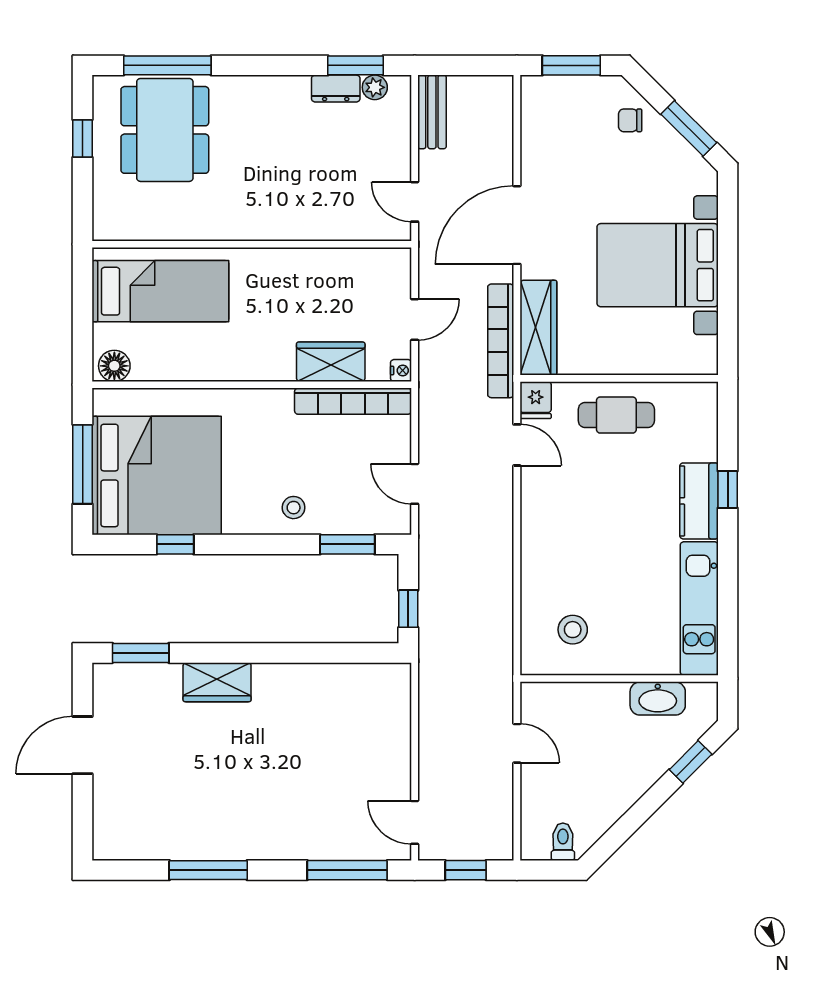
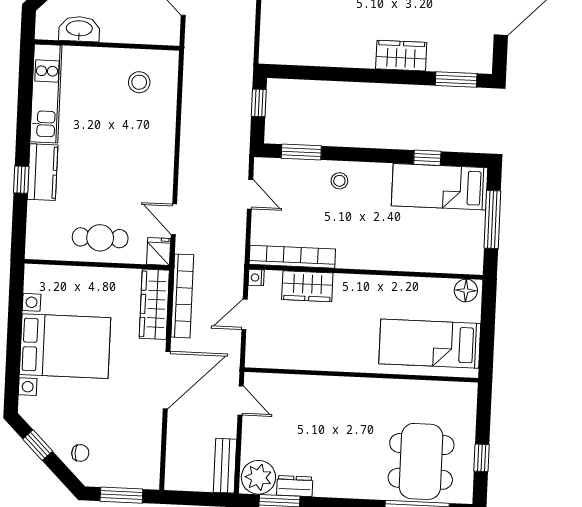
plant: (375, 87) -> (258, 477), width x1.88, depth x1.88
window: (689, 128) -> (38, 445), width x0.67
bed: (157, 475) -> (440, 187), width x0.49

